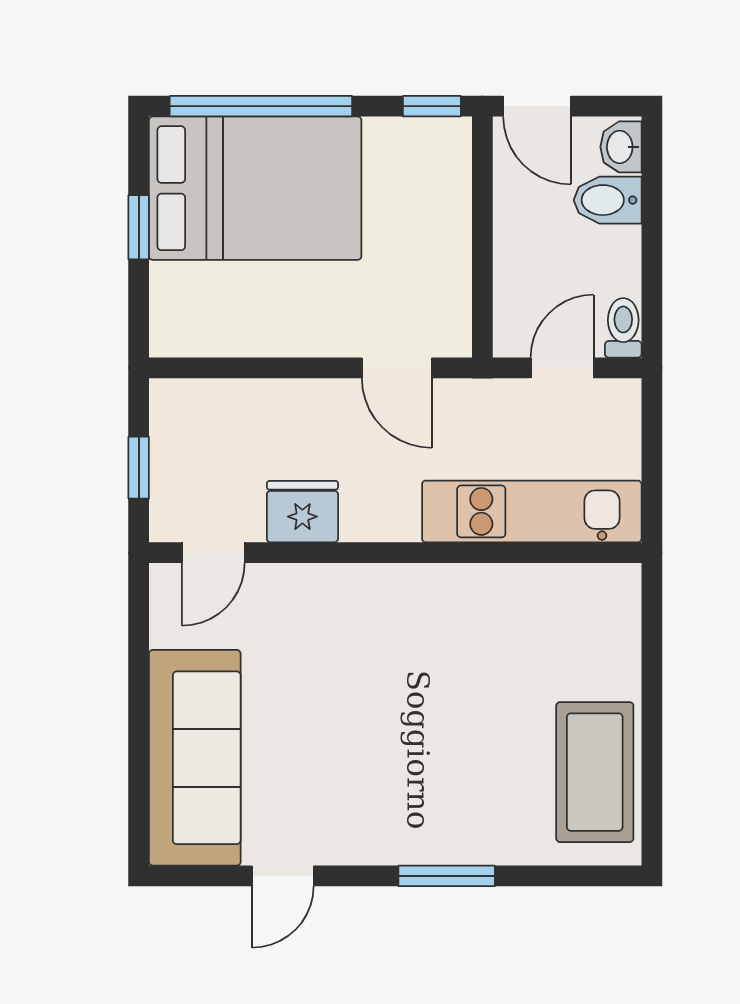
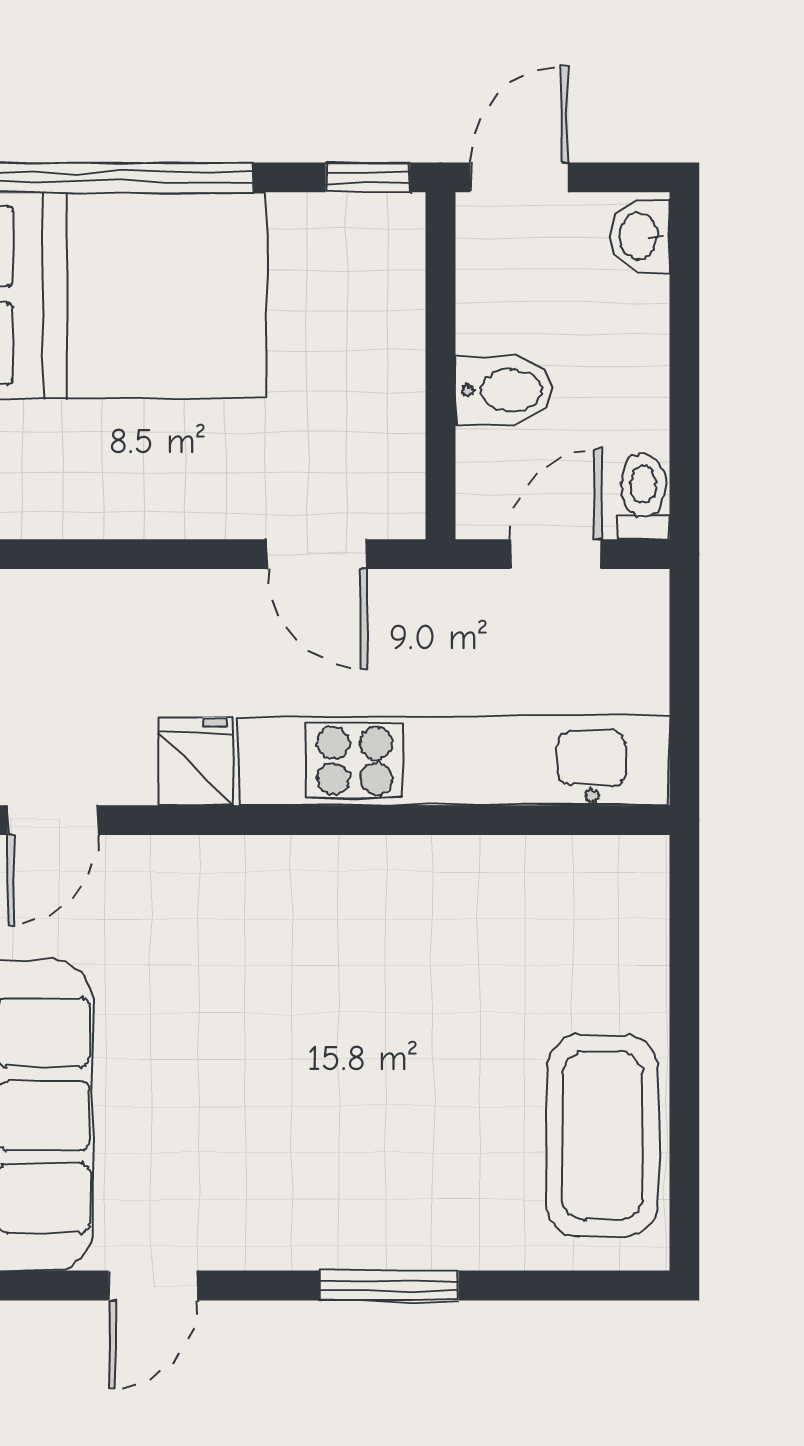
door: (537, 106) -> (519, 177), swing flipped
bidet: (608, 200) -> (504, 390), moved, turned 180
kitchen unit: (532, 511) -> (454, 761), width x1.36
fridge: (302, 512) -> (196, 761), width x0.72

